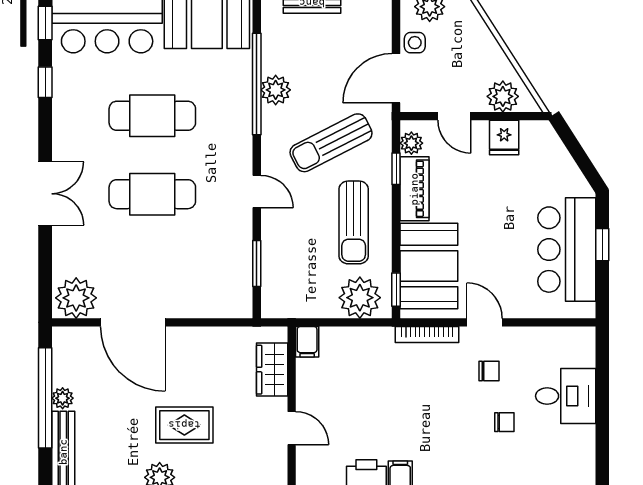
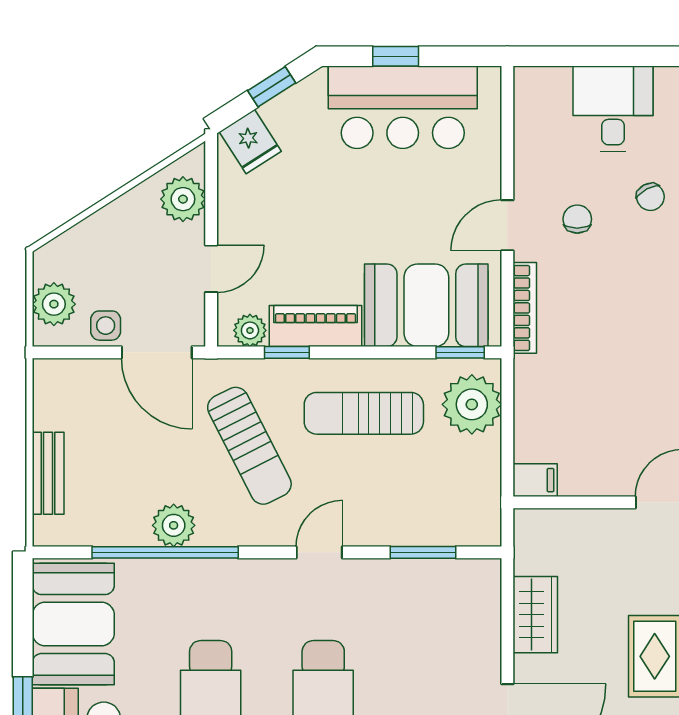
fridge: (504, 138) -> (250, 142), moved, turned 57
window: (581, 158) -> (272, 87), added
sun lounger: (354, 222) -> (364, 413), turned 180
wardrobe: (272, 370) -> (535, 615), moved, turned -90
chair: (504, 422) -> (650, 197), turned 152

